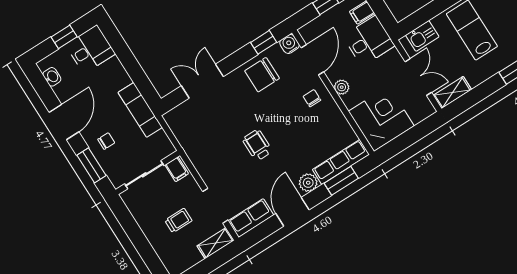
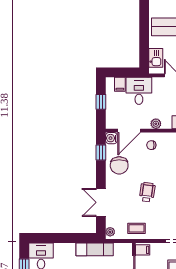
door: (312, 60) -> (129, 131), swing flipped
plant: (174, 115) -> (110, 232), added
coffee table: (198, 145) -> (137, 228), added
wheelchair: (257, 145) -> (147, 192), moved, turned 98

